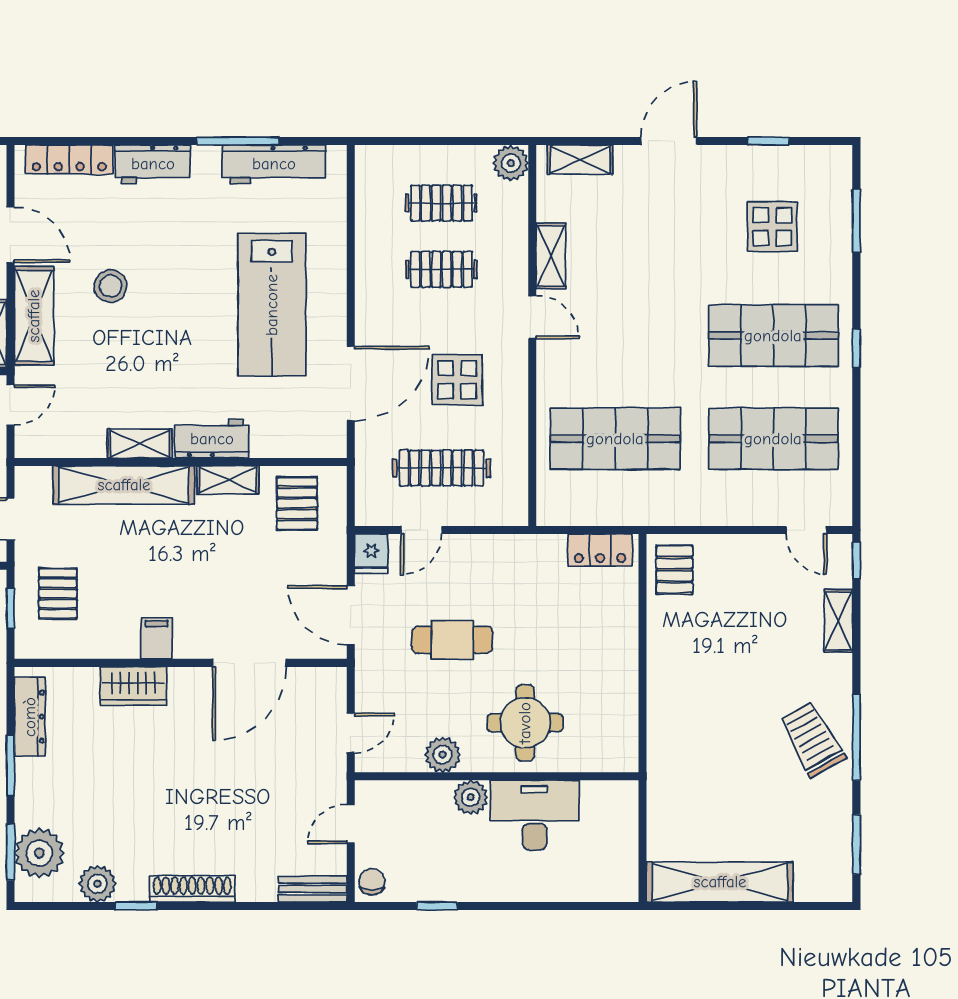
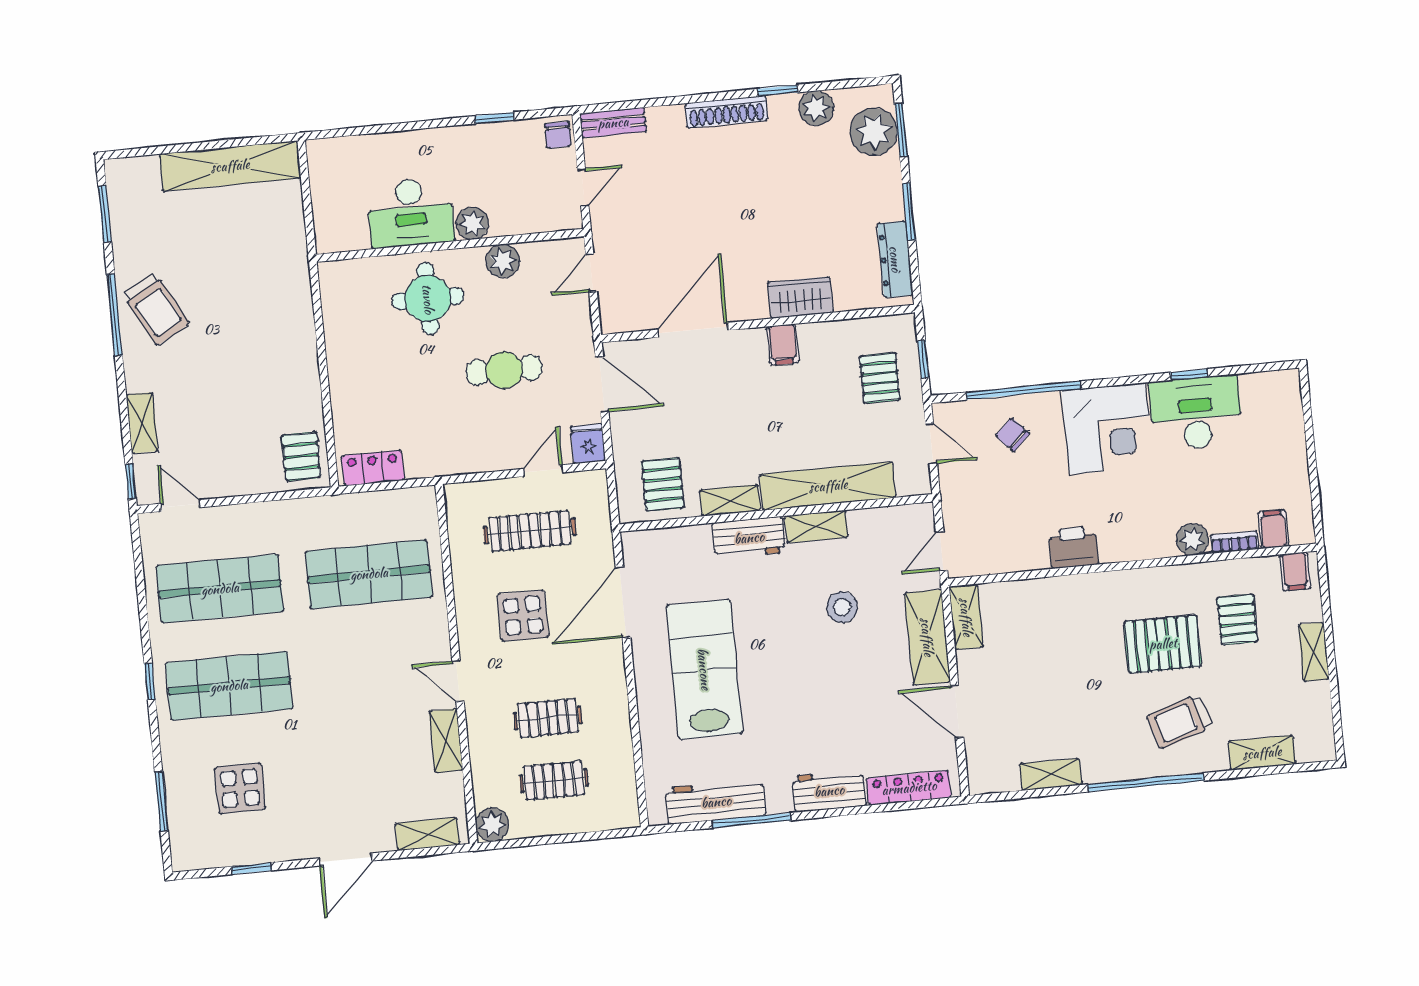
stool: (111, 286) -> (842, 607), moved

